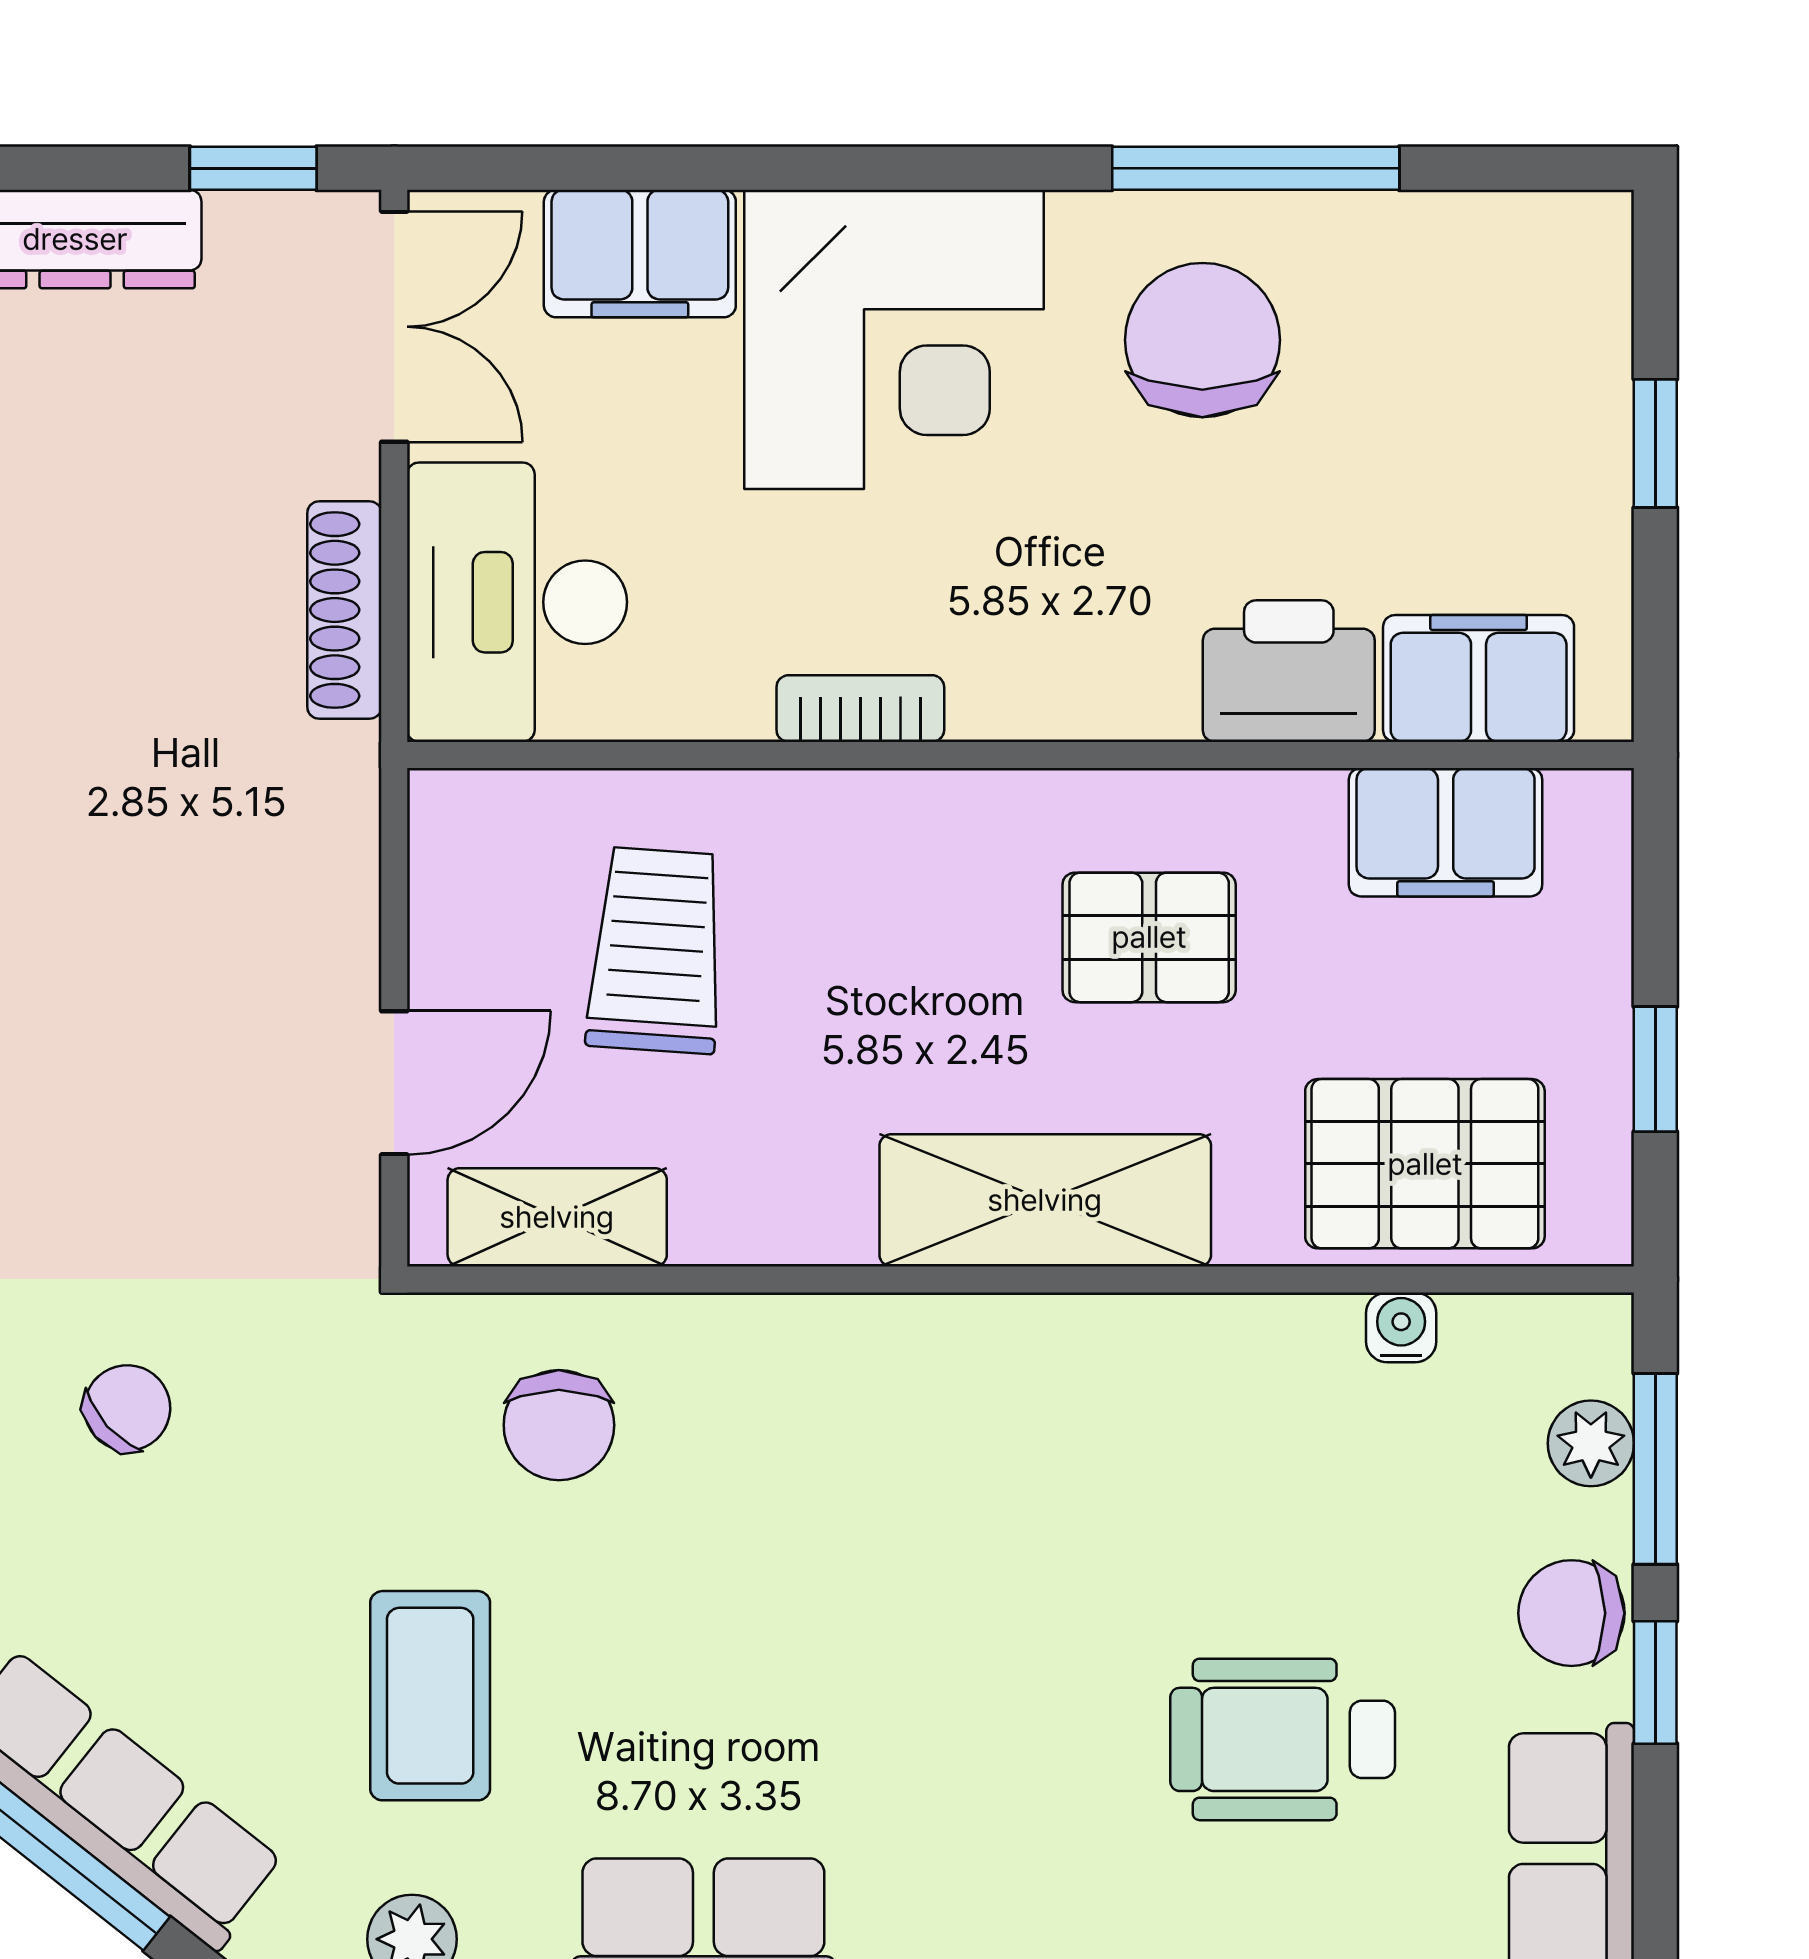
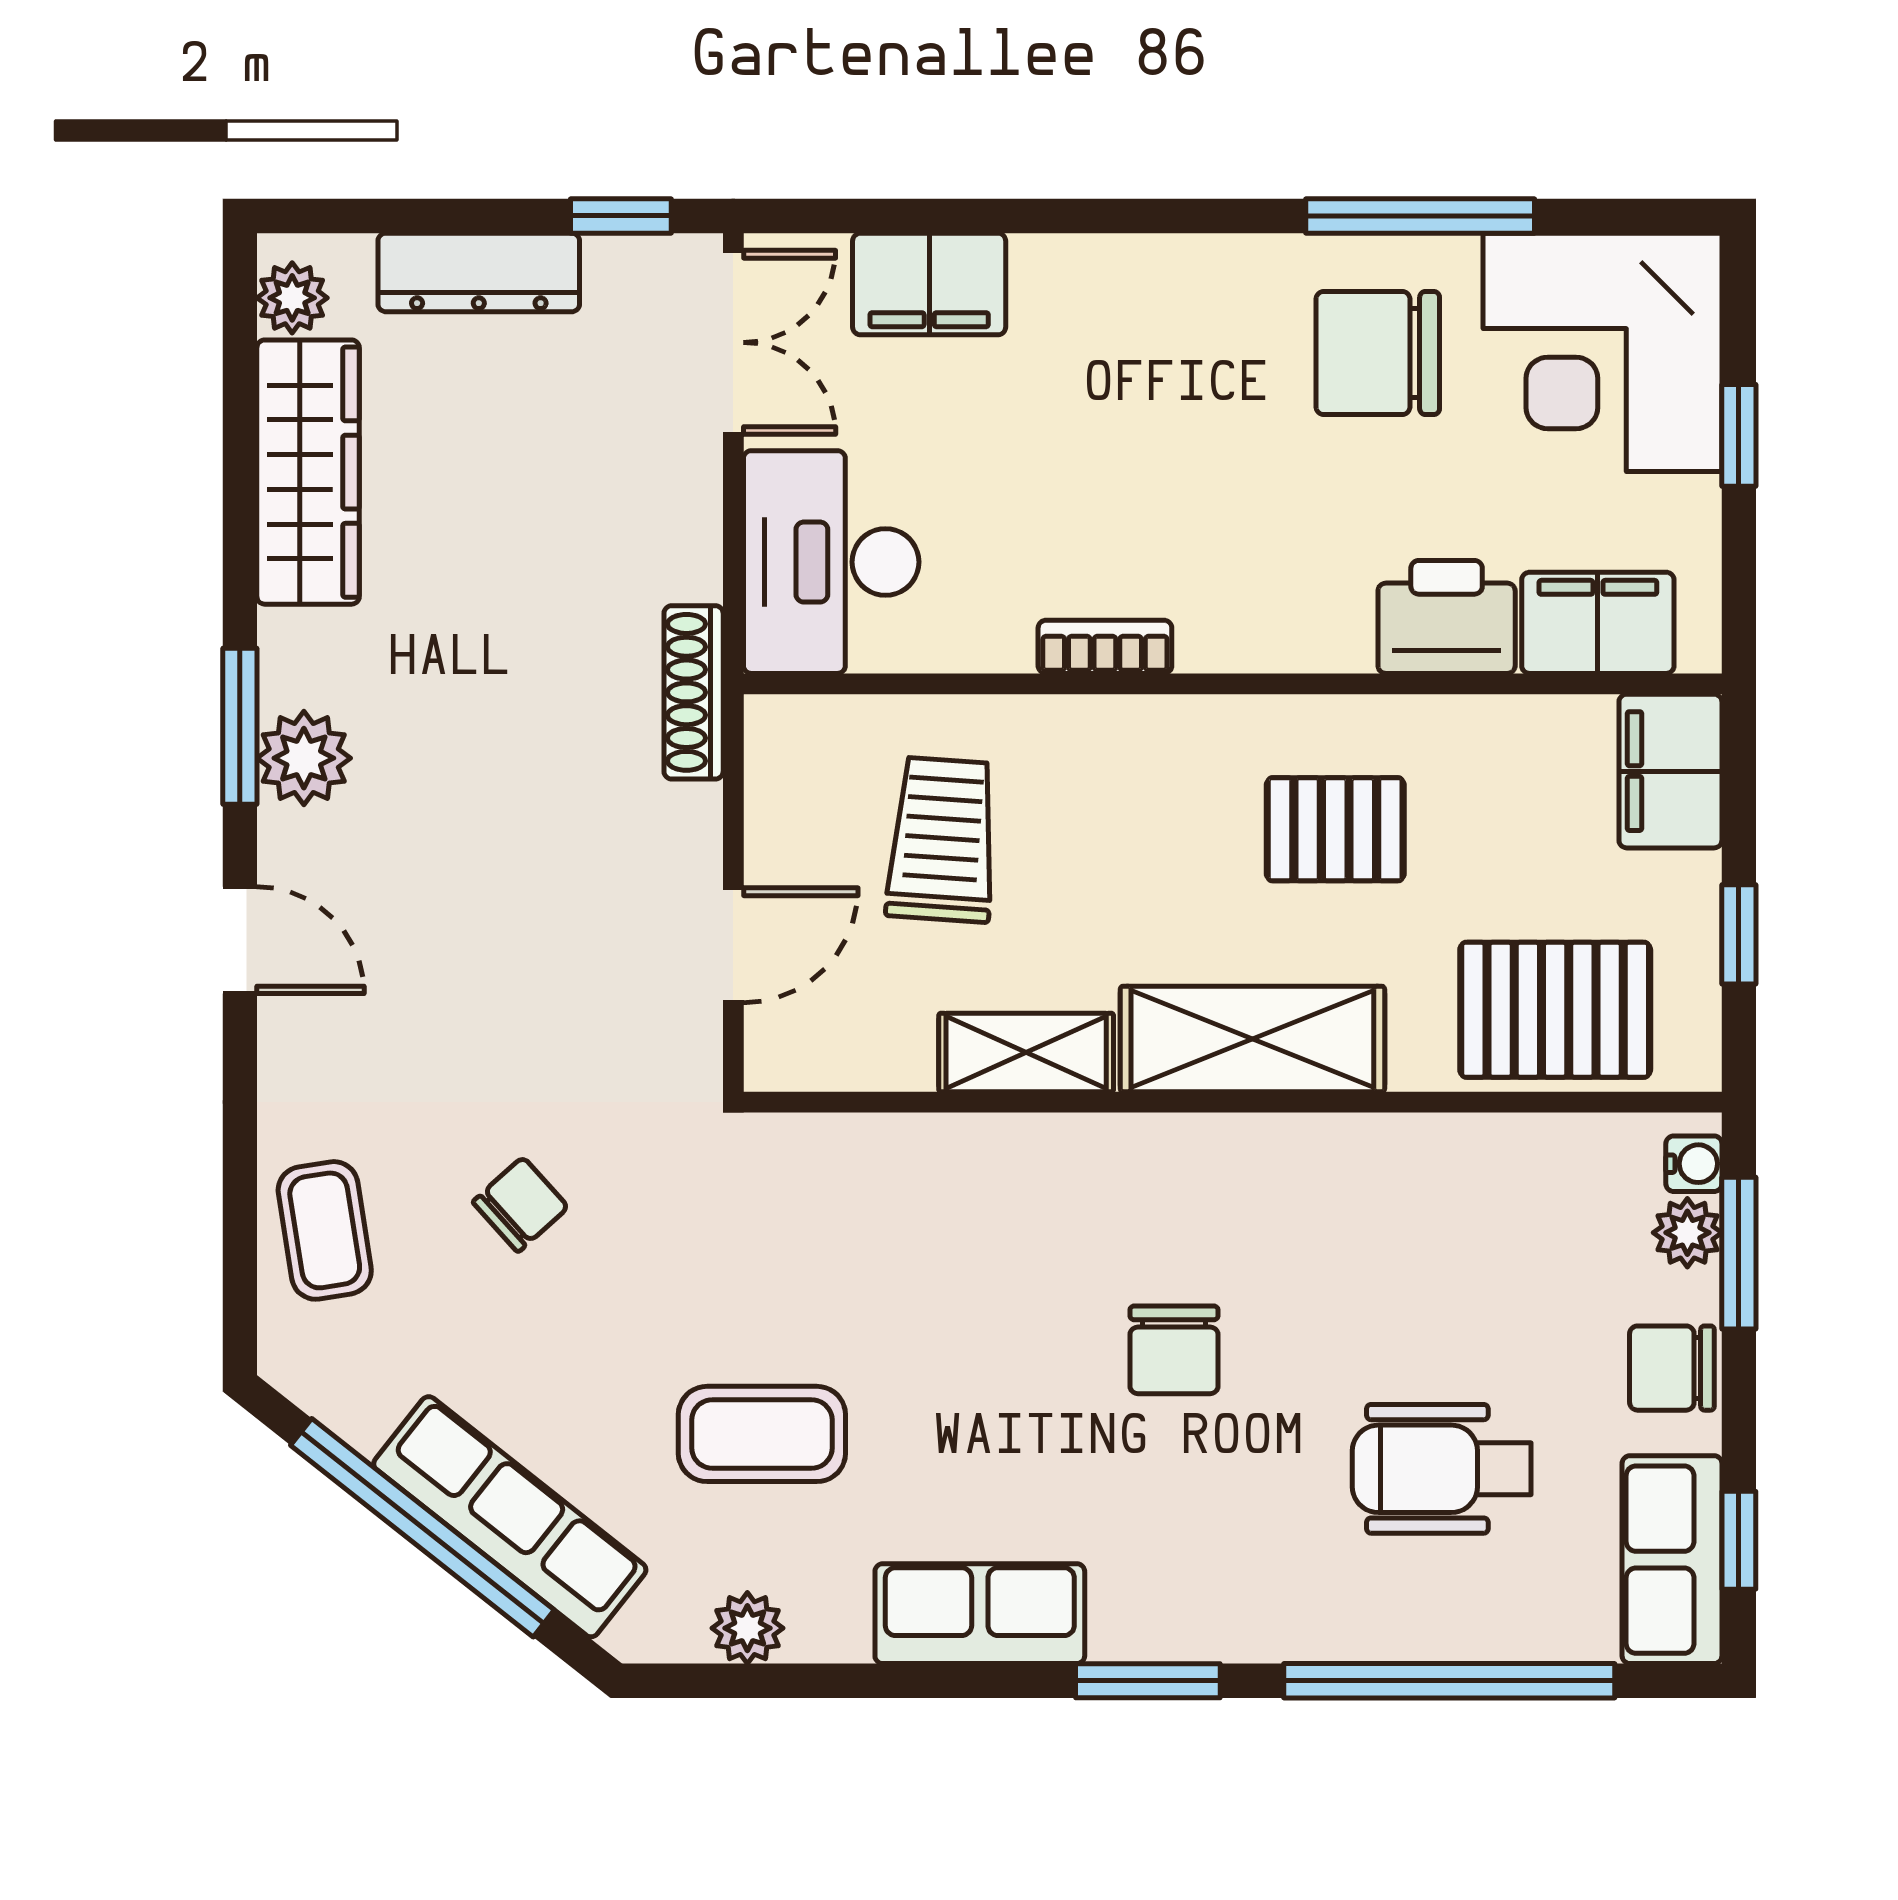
corner desk: (894, 339) -> (1602, 352), moved, turned 90
chair: (1202, 340) -> (1378, 353), turned -90
shoe rack: (344, 610) -> (694, 692), moved
filing cabinet: (1446, 832) -> (1670, 771), moved, turned 90
shelving: (557, 1217) -> (1026, 1052), moved
water cooler: (1401, 1327) -> (1694, 1164), moved, turned 90
chair: (559, 1425) -> (1174, 1350), moved
window: (1655, 1682) -> (1739, 1540), moved
coffee table: (430, 1696) -> (762, 1434), turned 90

